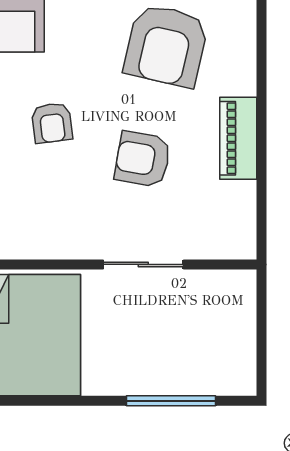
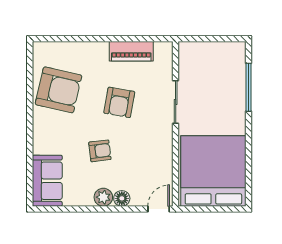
piano: (238, 138) -> (131, 51), moved

